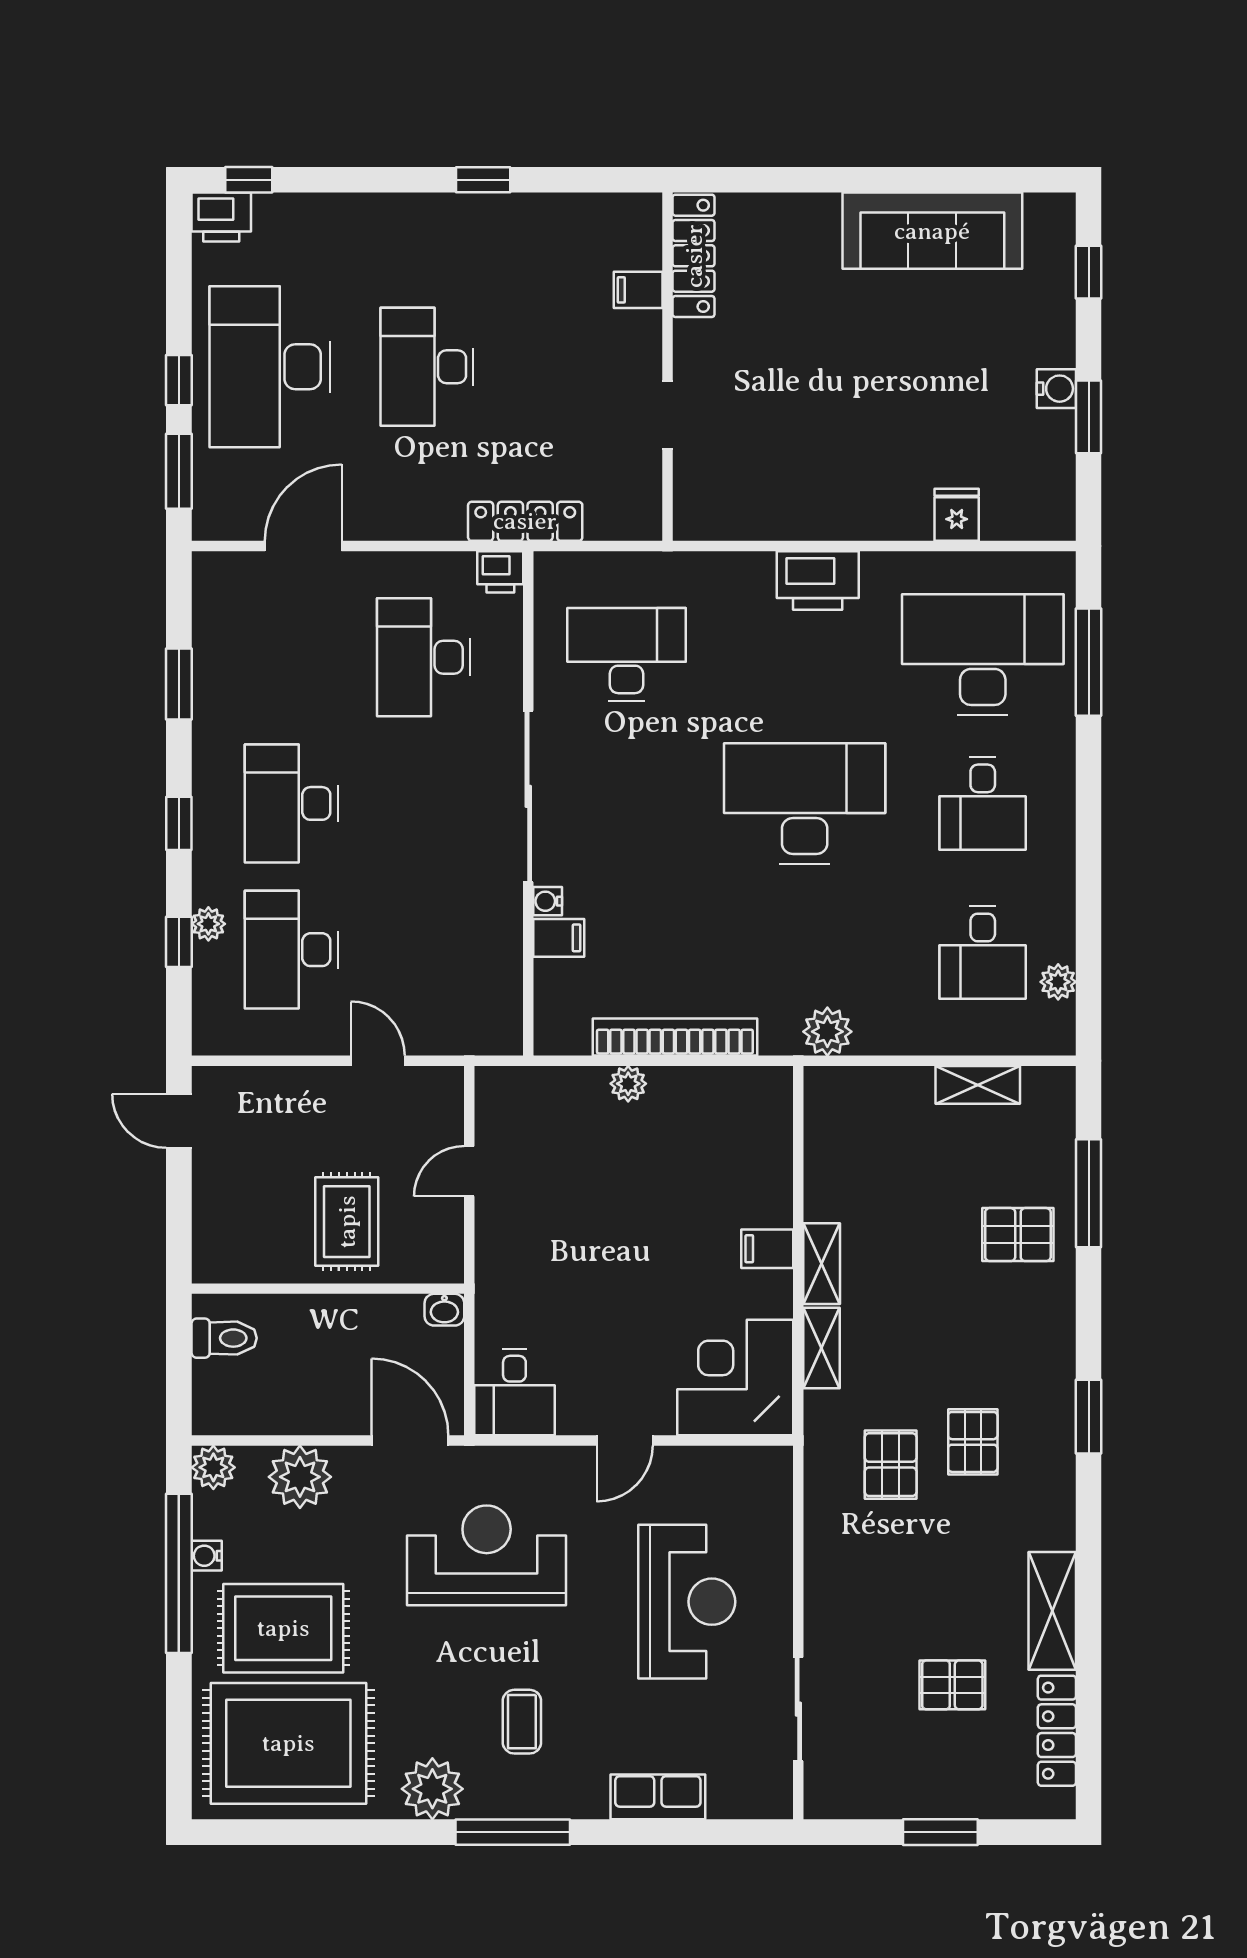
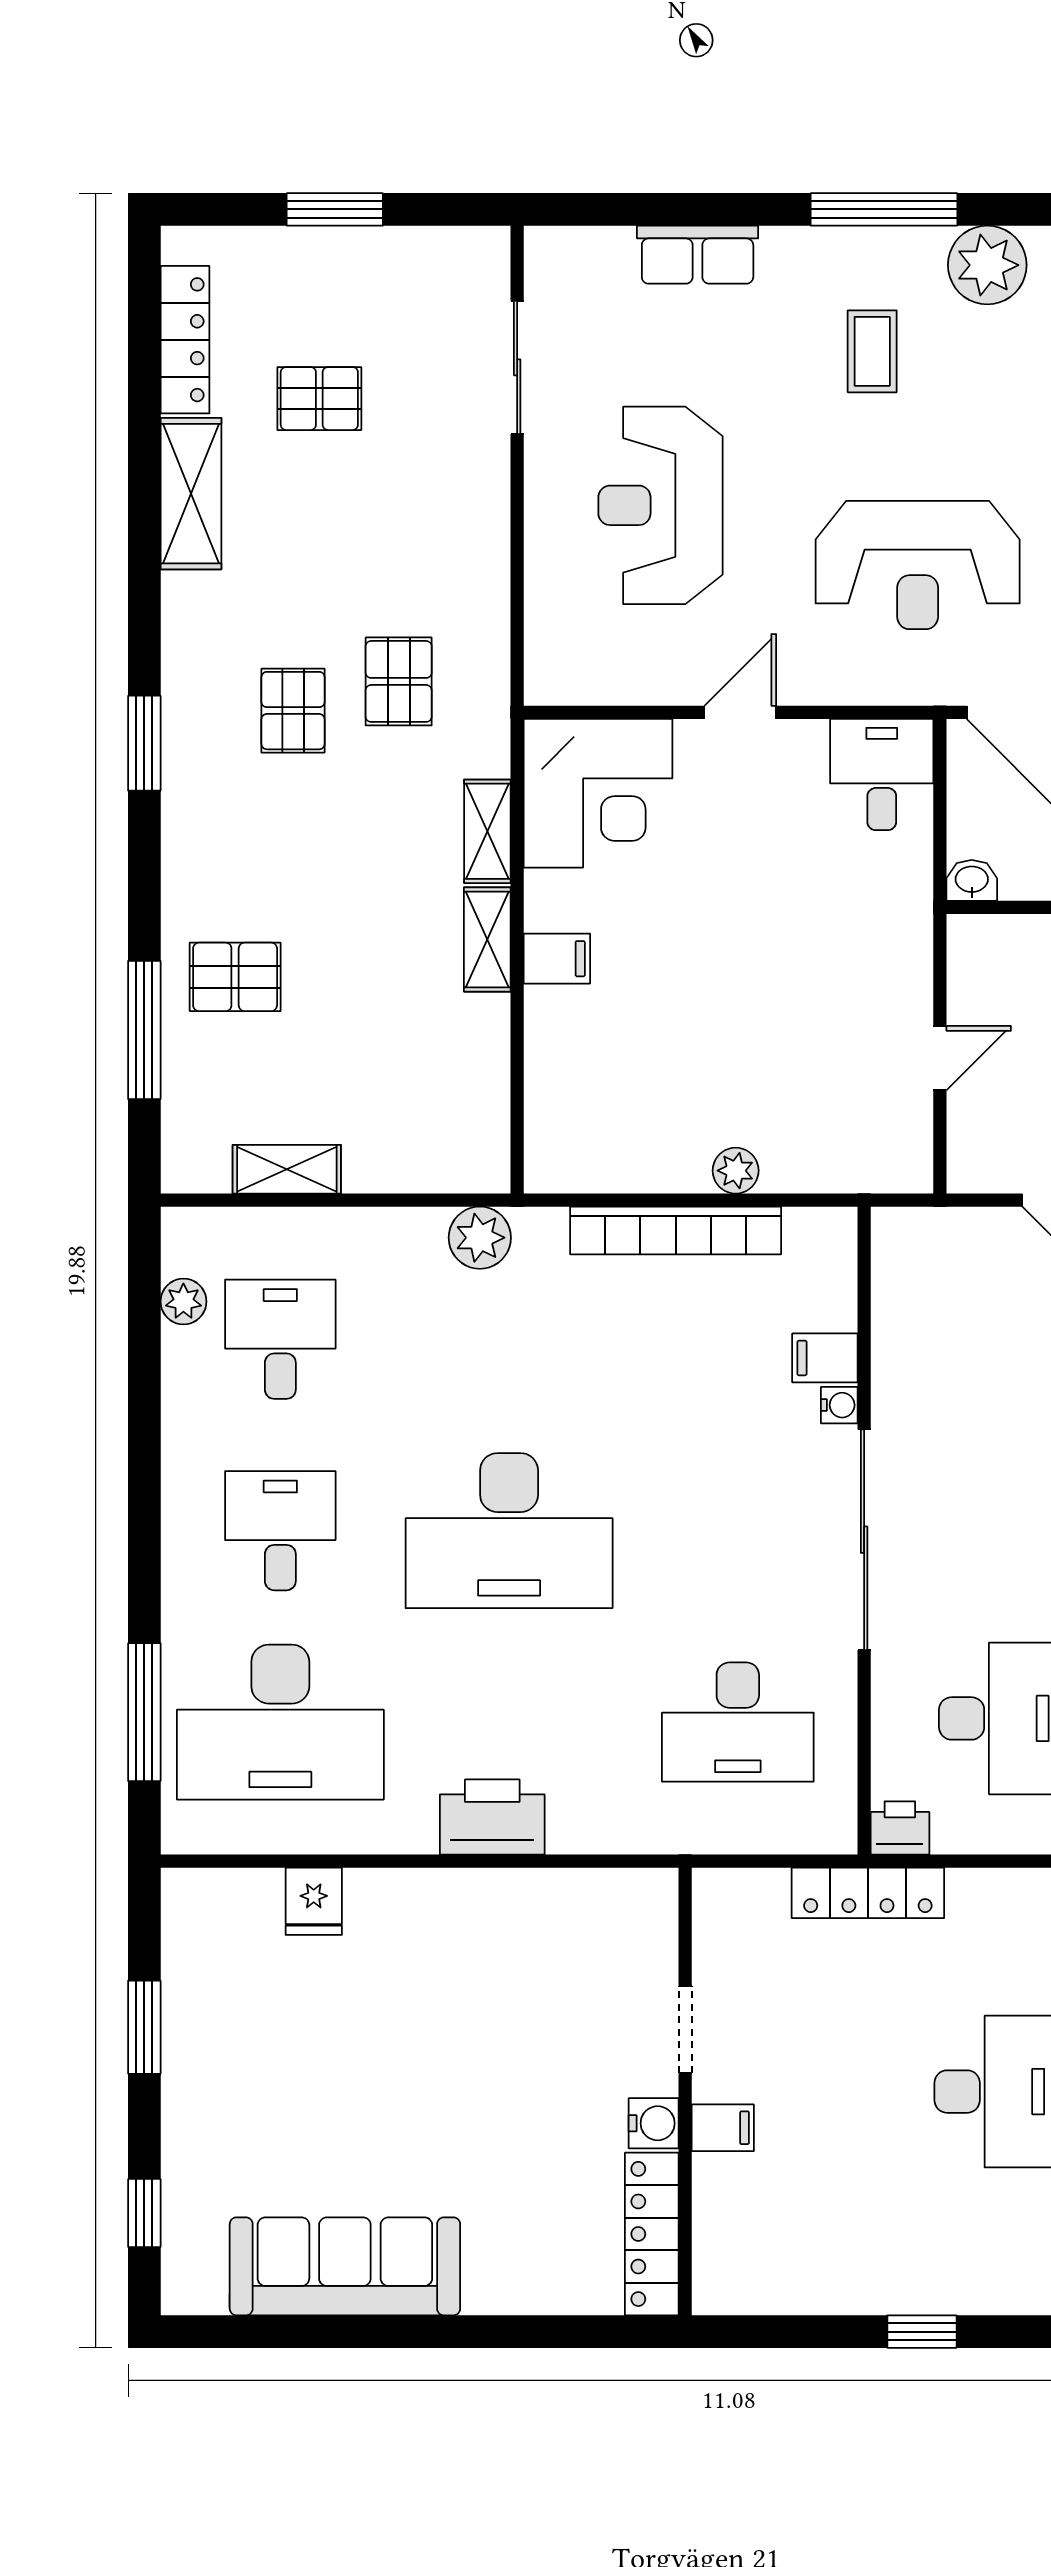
filing cabinet: (638, 290) -> (723, 2128), moved
water cooler: (1056, 389) -> (654, 2123), moved, turned 180

